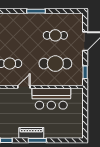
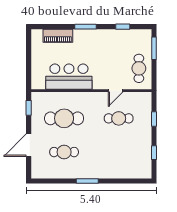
door: (24, 87) -> (116, 91), moved
piano: (31, 133) -> (58, 36), moved

